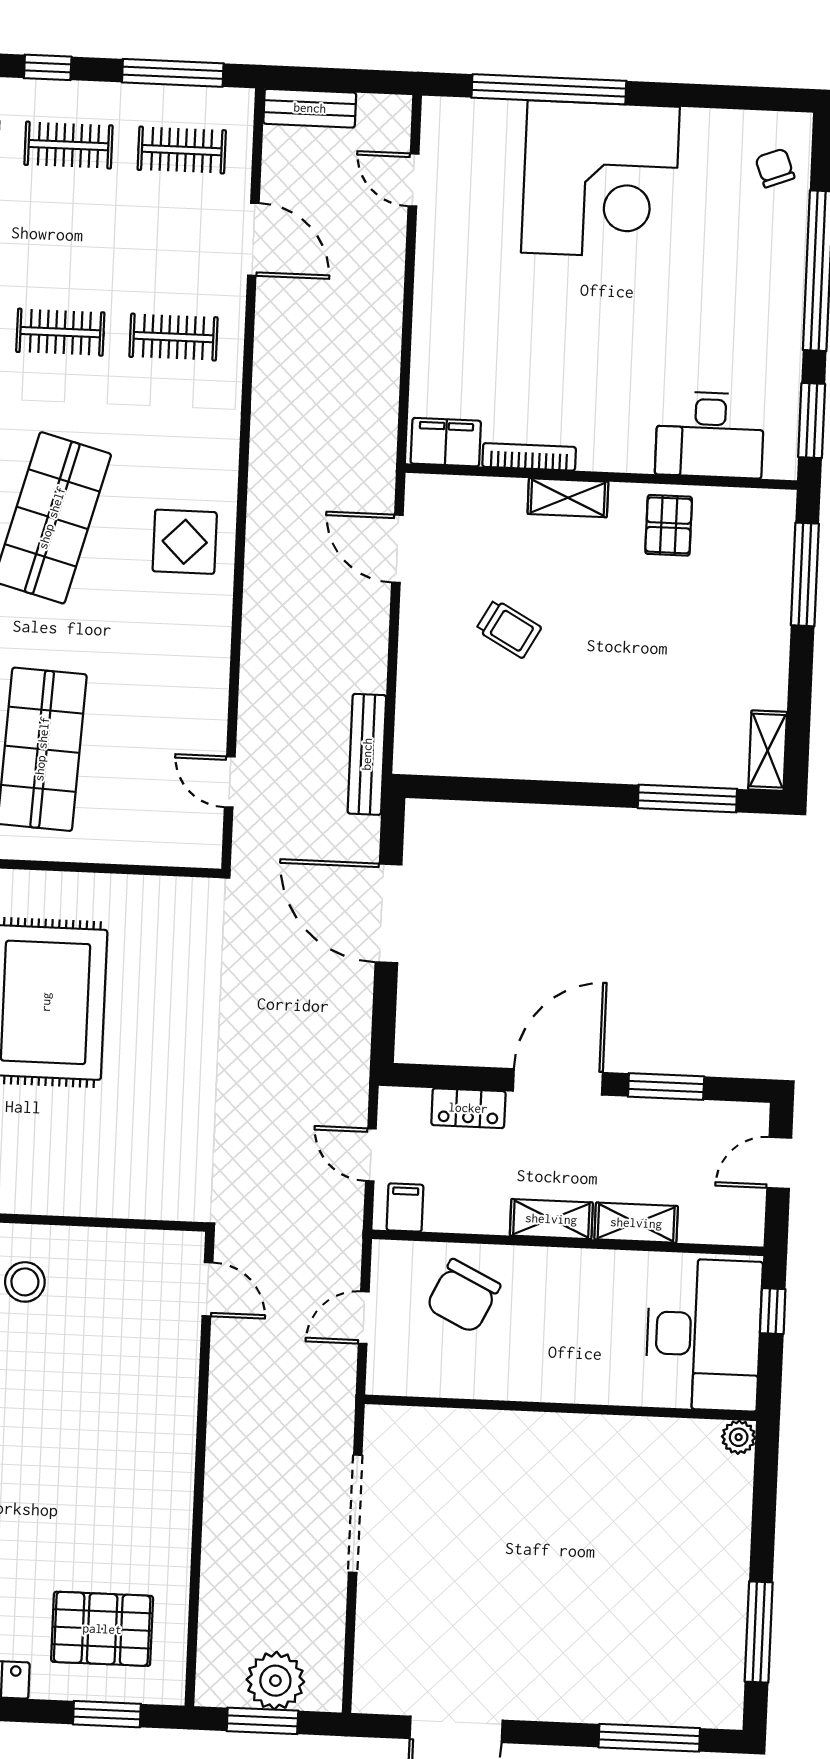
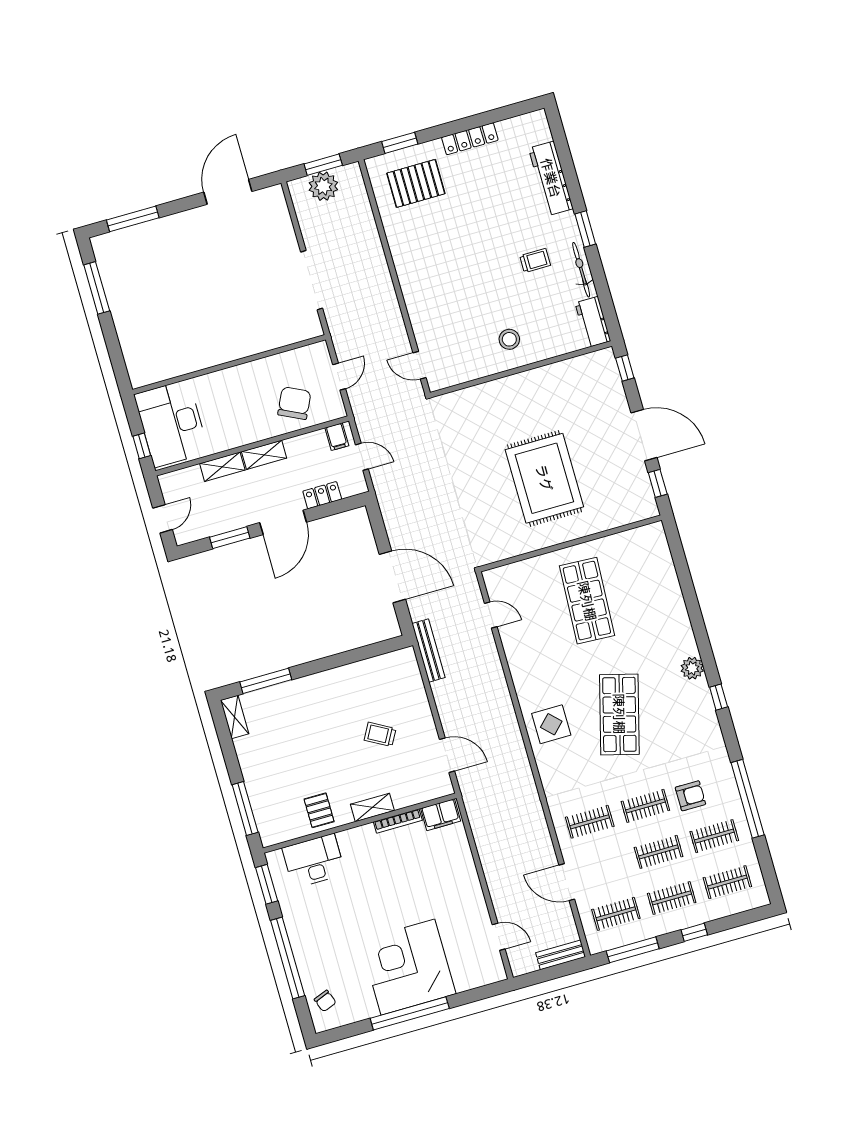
window: (549, 89) -> (410, 1013), moved
clothes rail: (64, 239) -> (659, 852), added
plant: (739, 1437) -> (138, 379), removed

